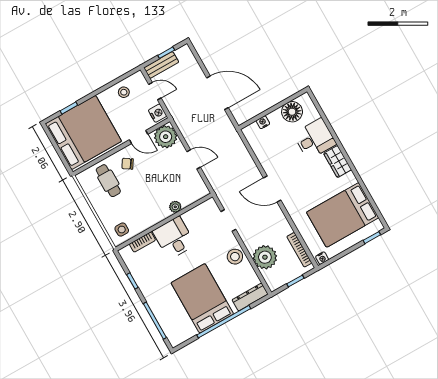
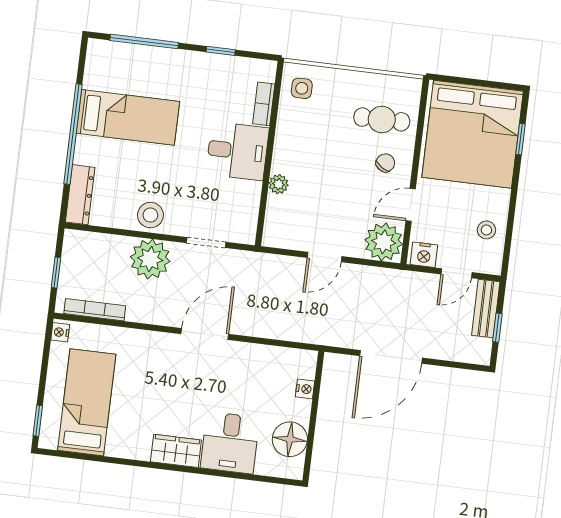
bed: (343, 215) -> (87, 402), width x0.67
plant: (265, 257) -> (150, 259), moved
bed: (202, 298) -> (128, 117), width x0.67

